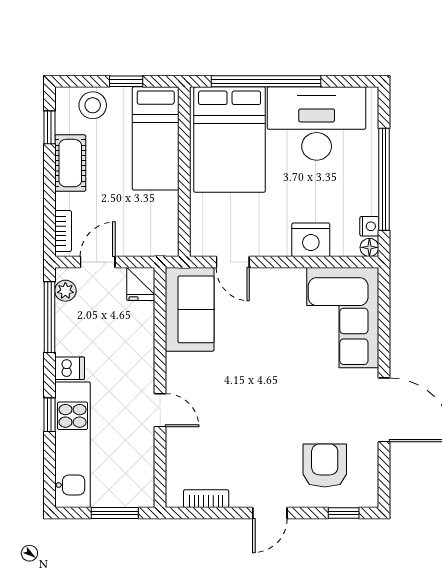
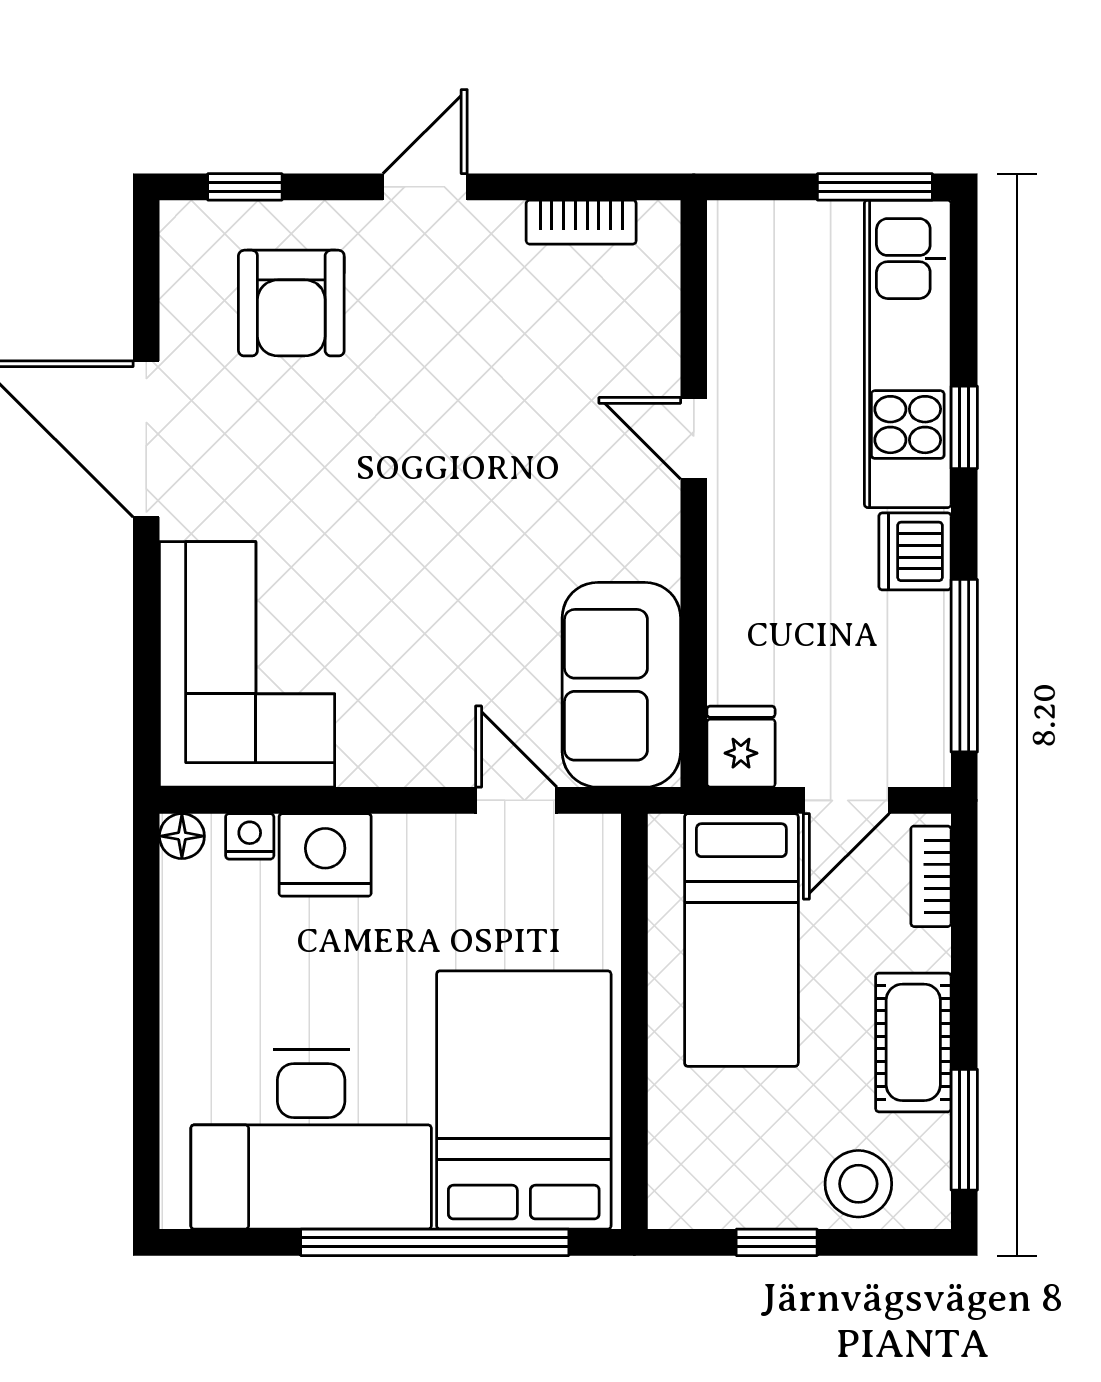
window: (49, 127) -> (964, 1130), width x1.50
bed: (156, 138) -> (741, 940), moved, turned 180
window: (384, 179) -> (146, 1003), removed
nightstand: (369, 226) -> (250, 836), moved, turned 90
plant: (65, 291) -> (925, 730), removed
dishwasher: (70, 368) -> (915, 551), width x1.38
window: (115, 513) -> (875, 187), moved

